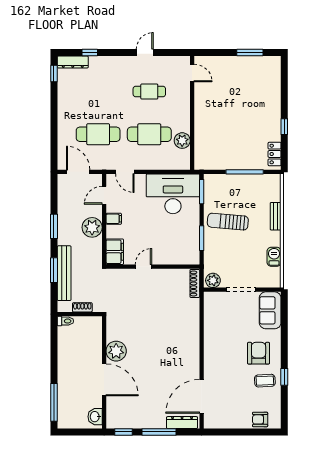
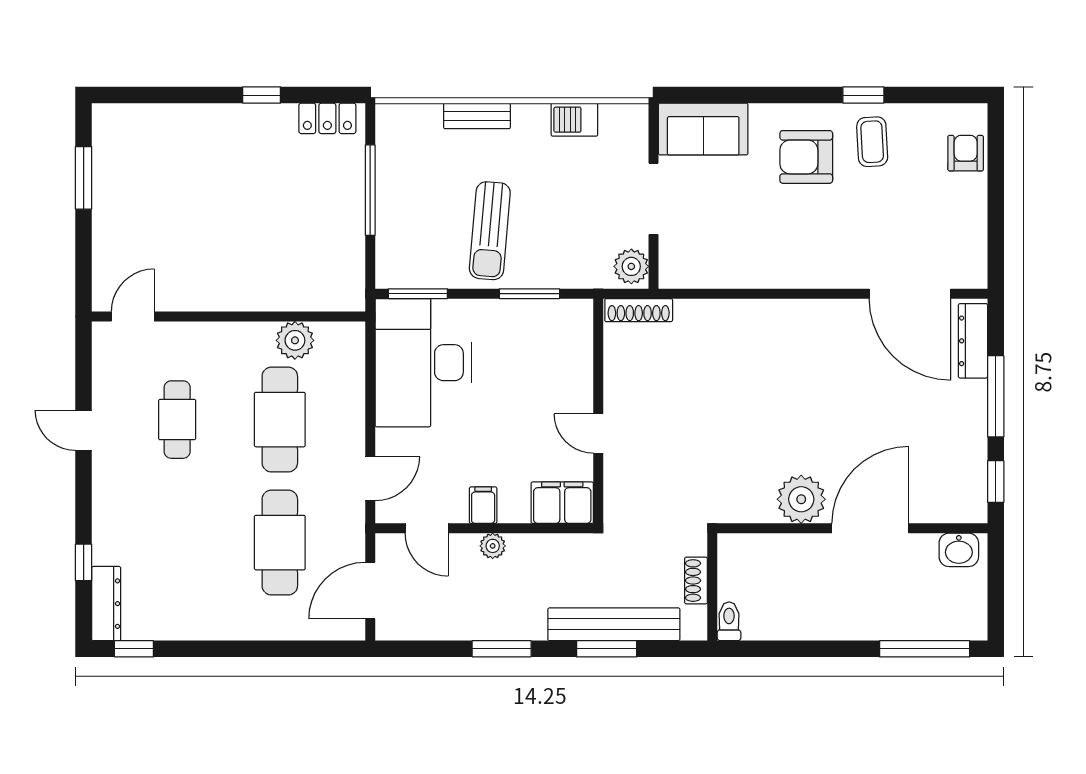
plant: (92, 227) -> (493, 546), width x0.53, depth x0.53
armchair: (260, 419) -> (966, 153), turned 180

